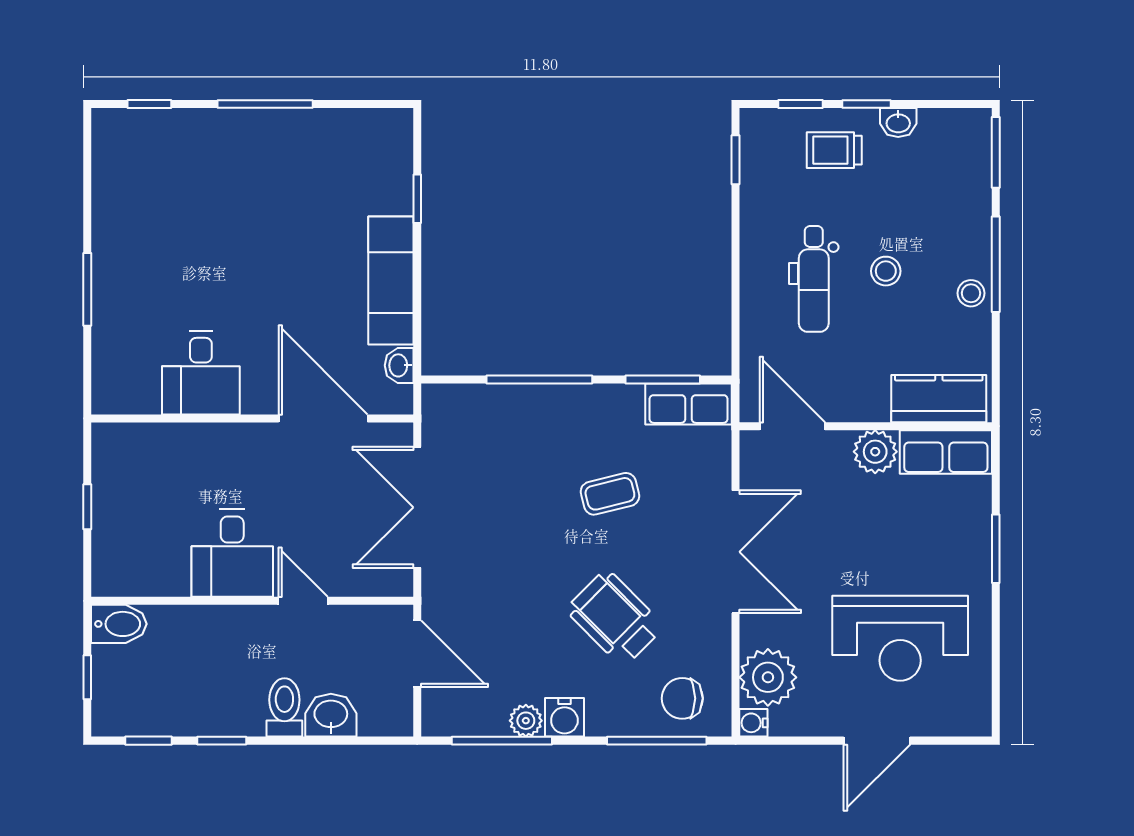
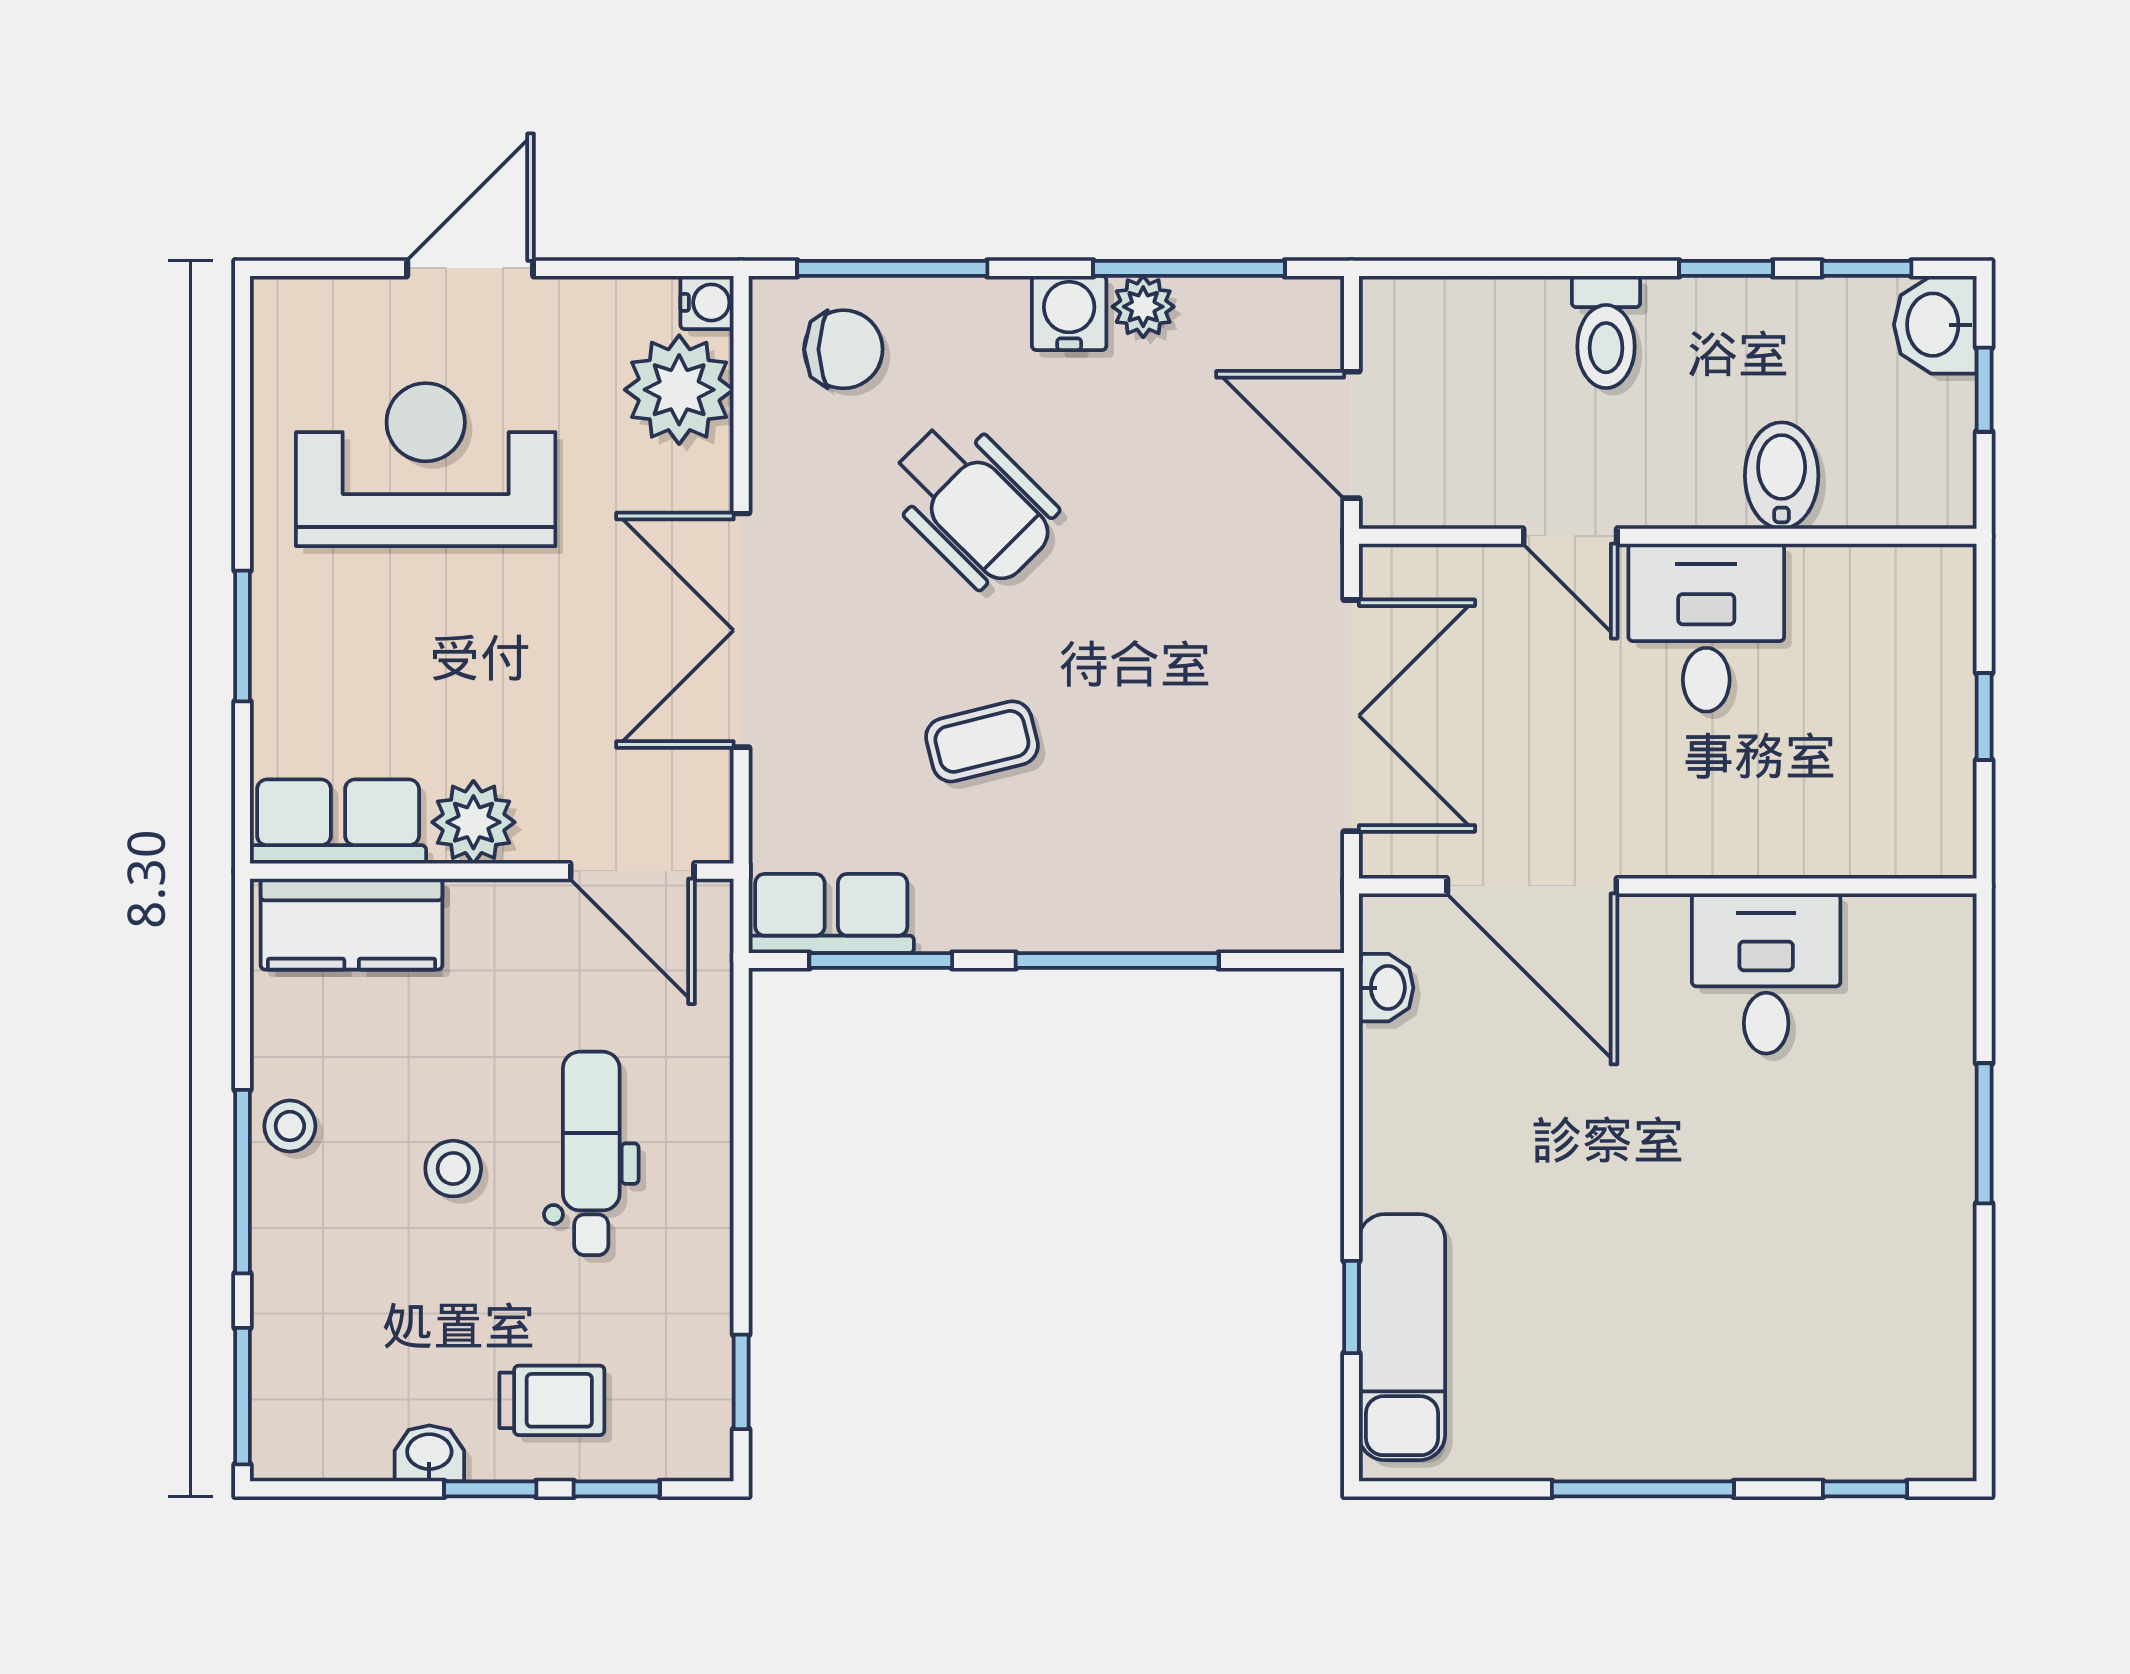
exam couch: (391, 281) -> (1402, 1337), moved
bidet: (119, 624) -> (1782, 476), moved, turned 90
washbasin: (331, 715) -> (1935, 325), moved, turned 90

